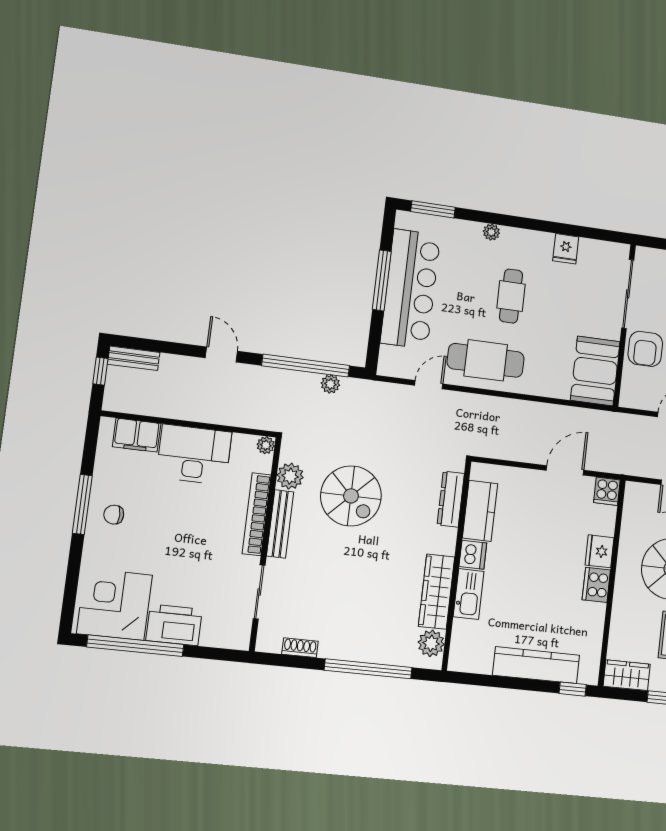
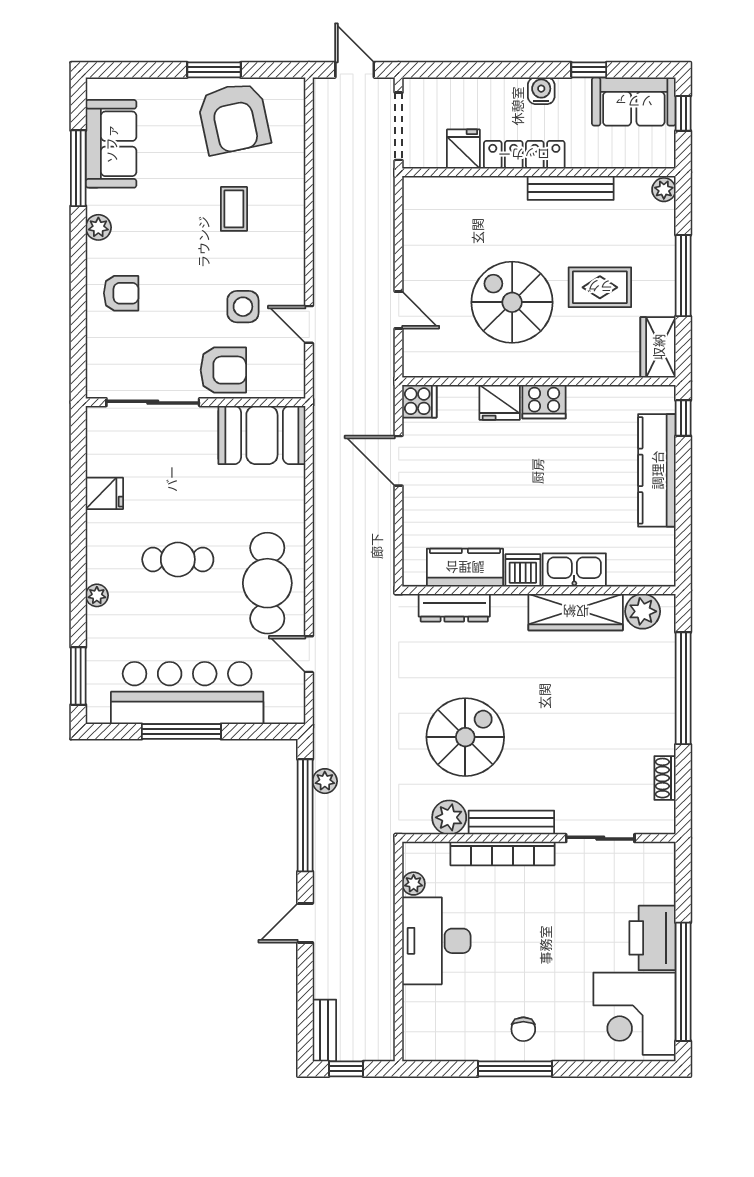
filing cabinet: (137, 435) -> (421, 1014), removed
plant: (266, 445) -> (414, 884), moved

